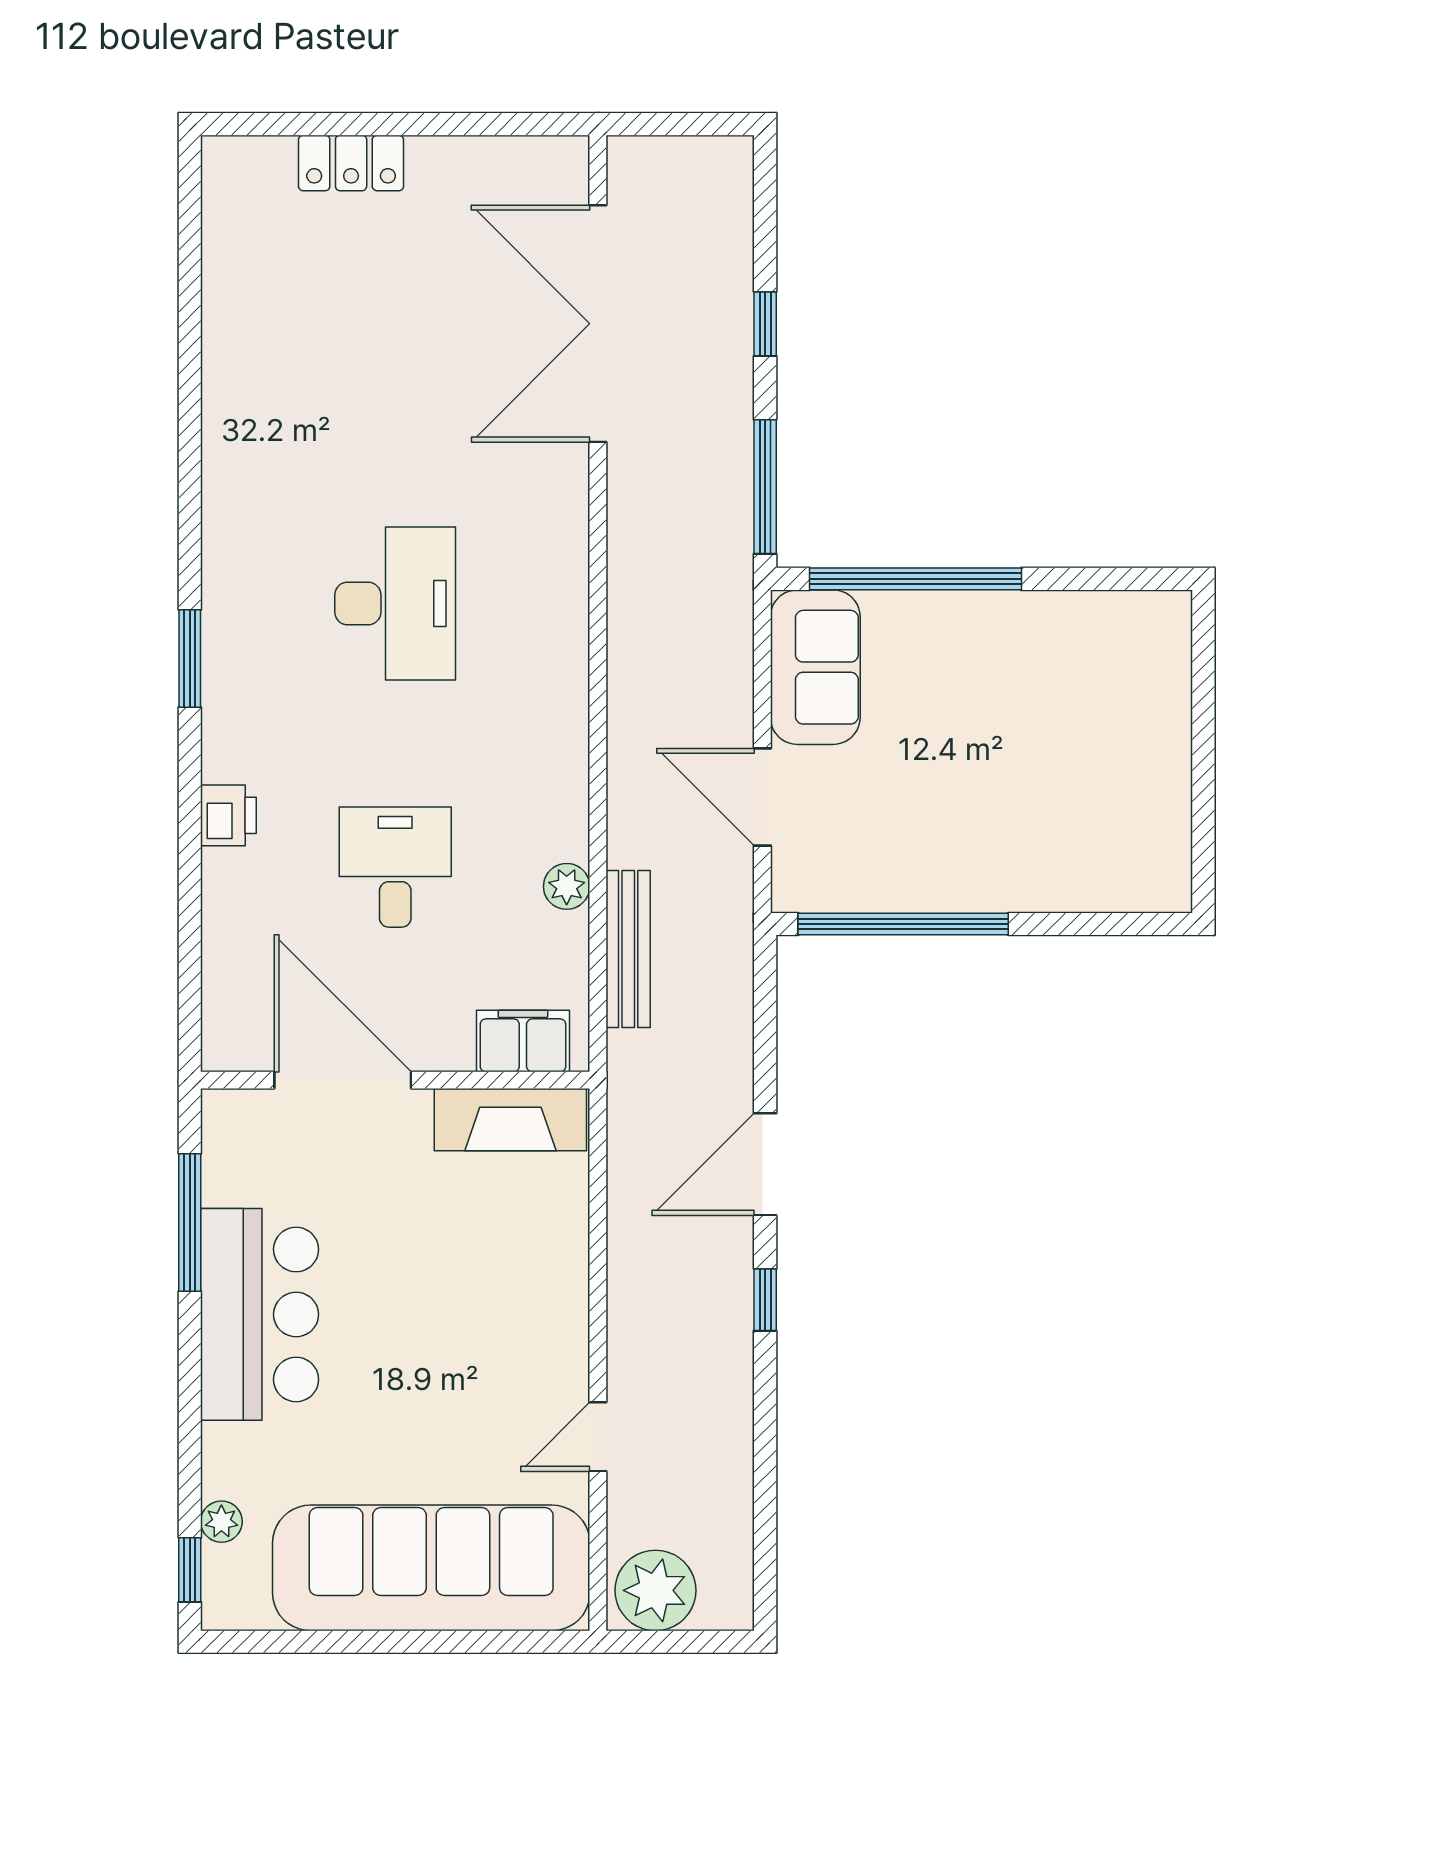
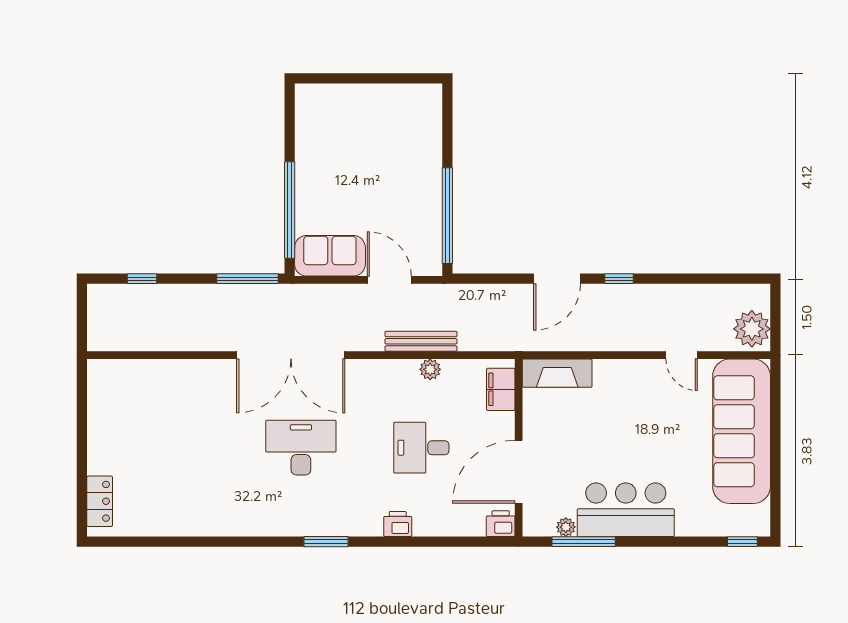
locker: (351, 163) -> (100, 501), moved
double door: (598, 324) -> (291, 355), moved
window: (765, 324) -> (142, 279), moved
door: (762, 797) -> (389, 280), swing flipped
bench: (628, 949) -> (421, 341), moved
printer: (229, 1041) -> (501, 524), added
fireplace: (510, 1120) -> (557, 373), moved, turned 90
door: (765, 1164) -> (557, 279), hinge flipped
plant: (221, 1522) -> (566, 527), moved

